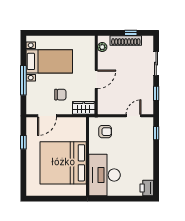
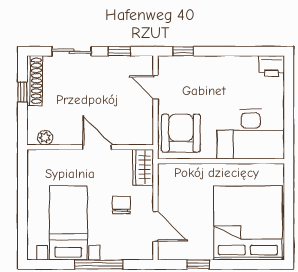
shoe rack: (126, 40) -> (35, 81), moved
armchair: (105, 132) -> (181, 133), width x1.88, depth x1.88
bed: (63, 163) -> (248, 223), moved, turned 180

